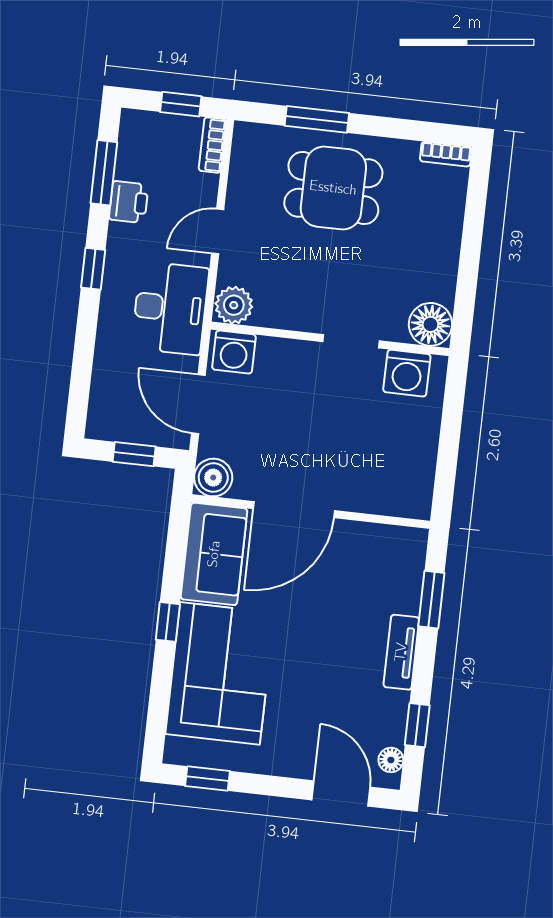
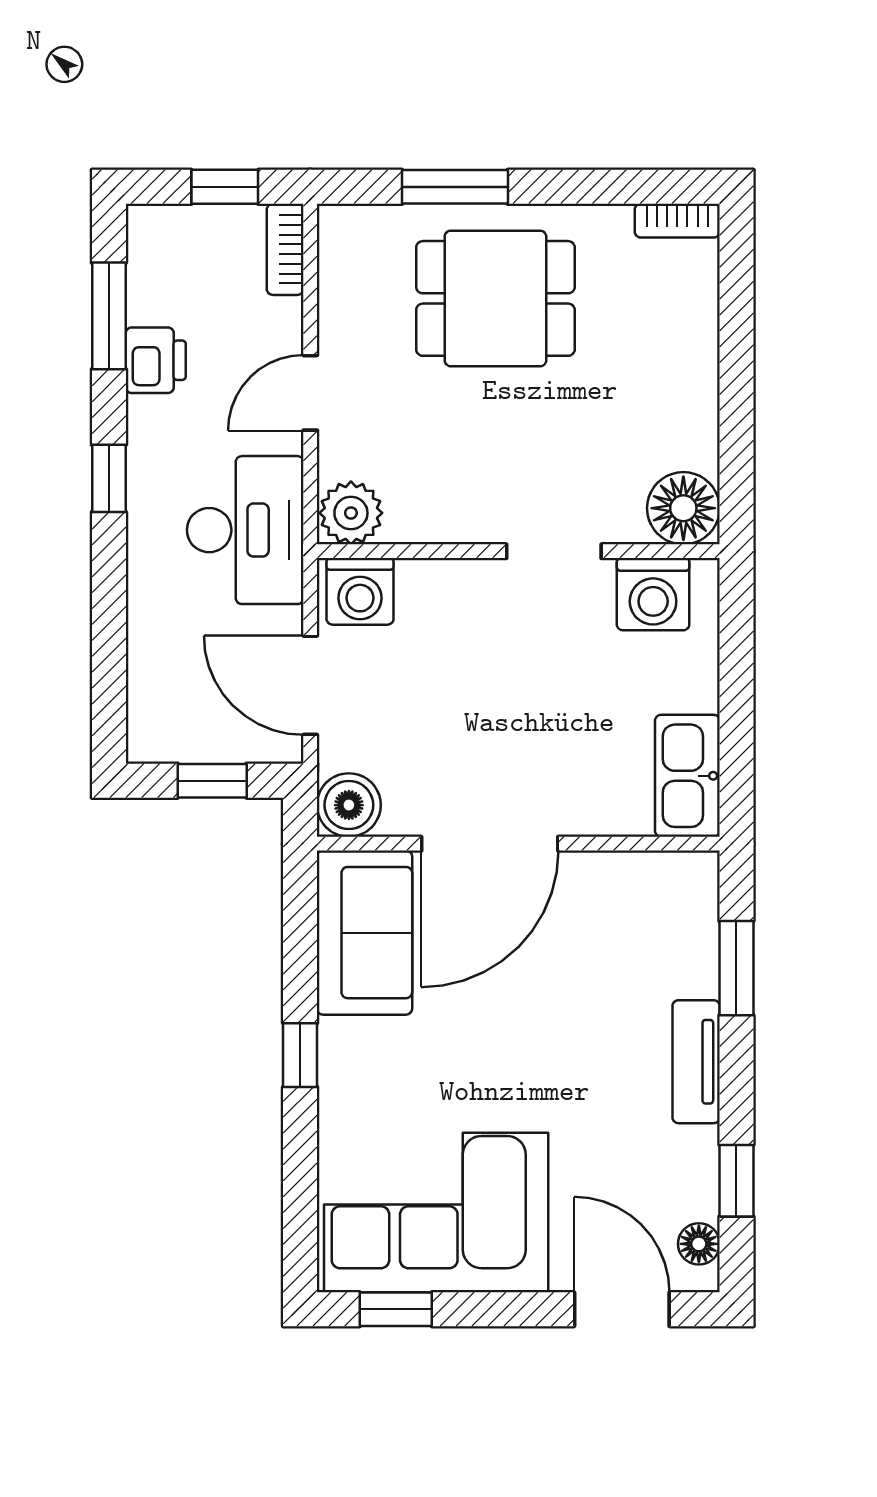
kitchen sink: (415, 483) -> (687, 776), added
corner sofa: (220, 673) -> (436, 1212), moved, turned -90

